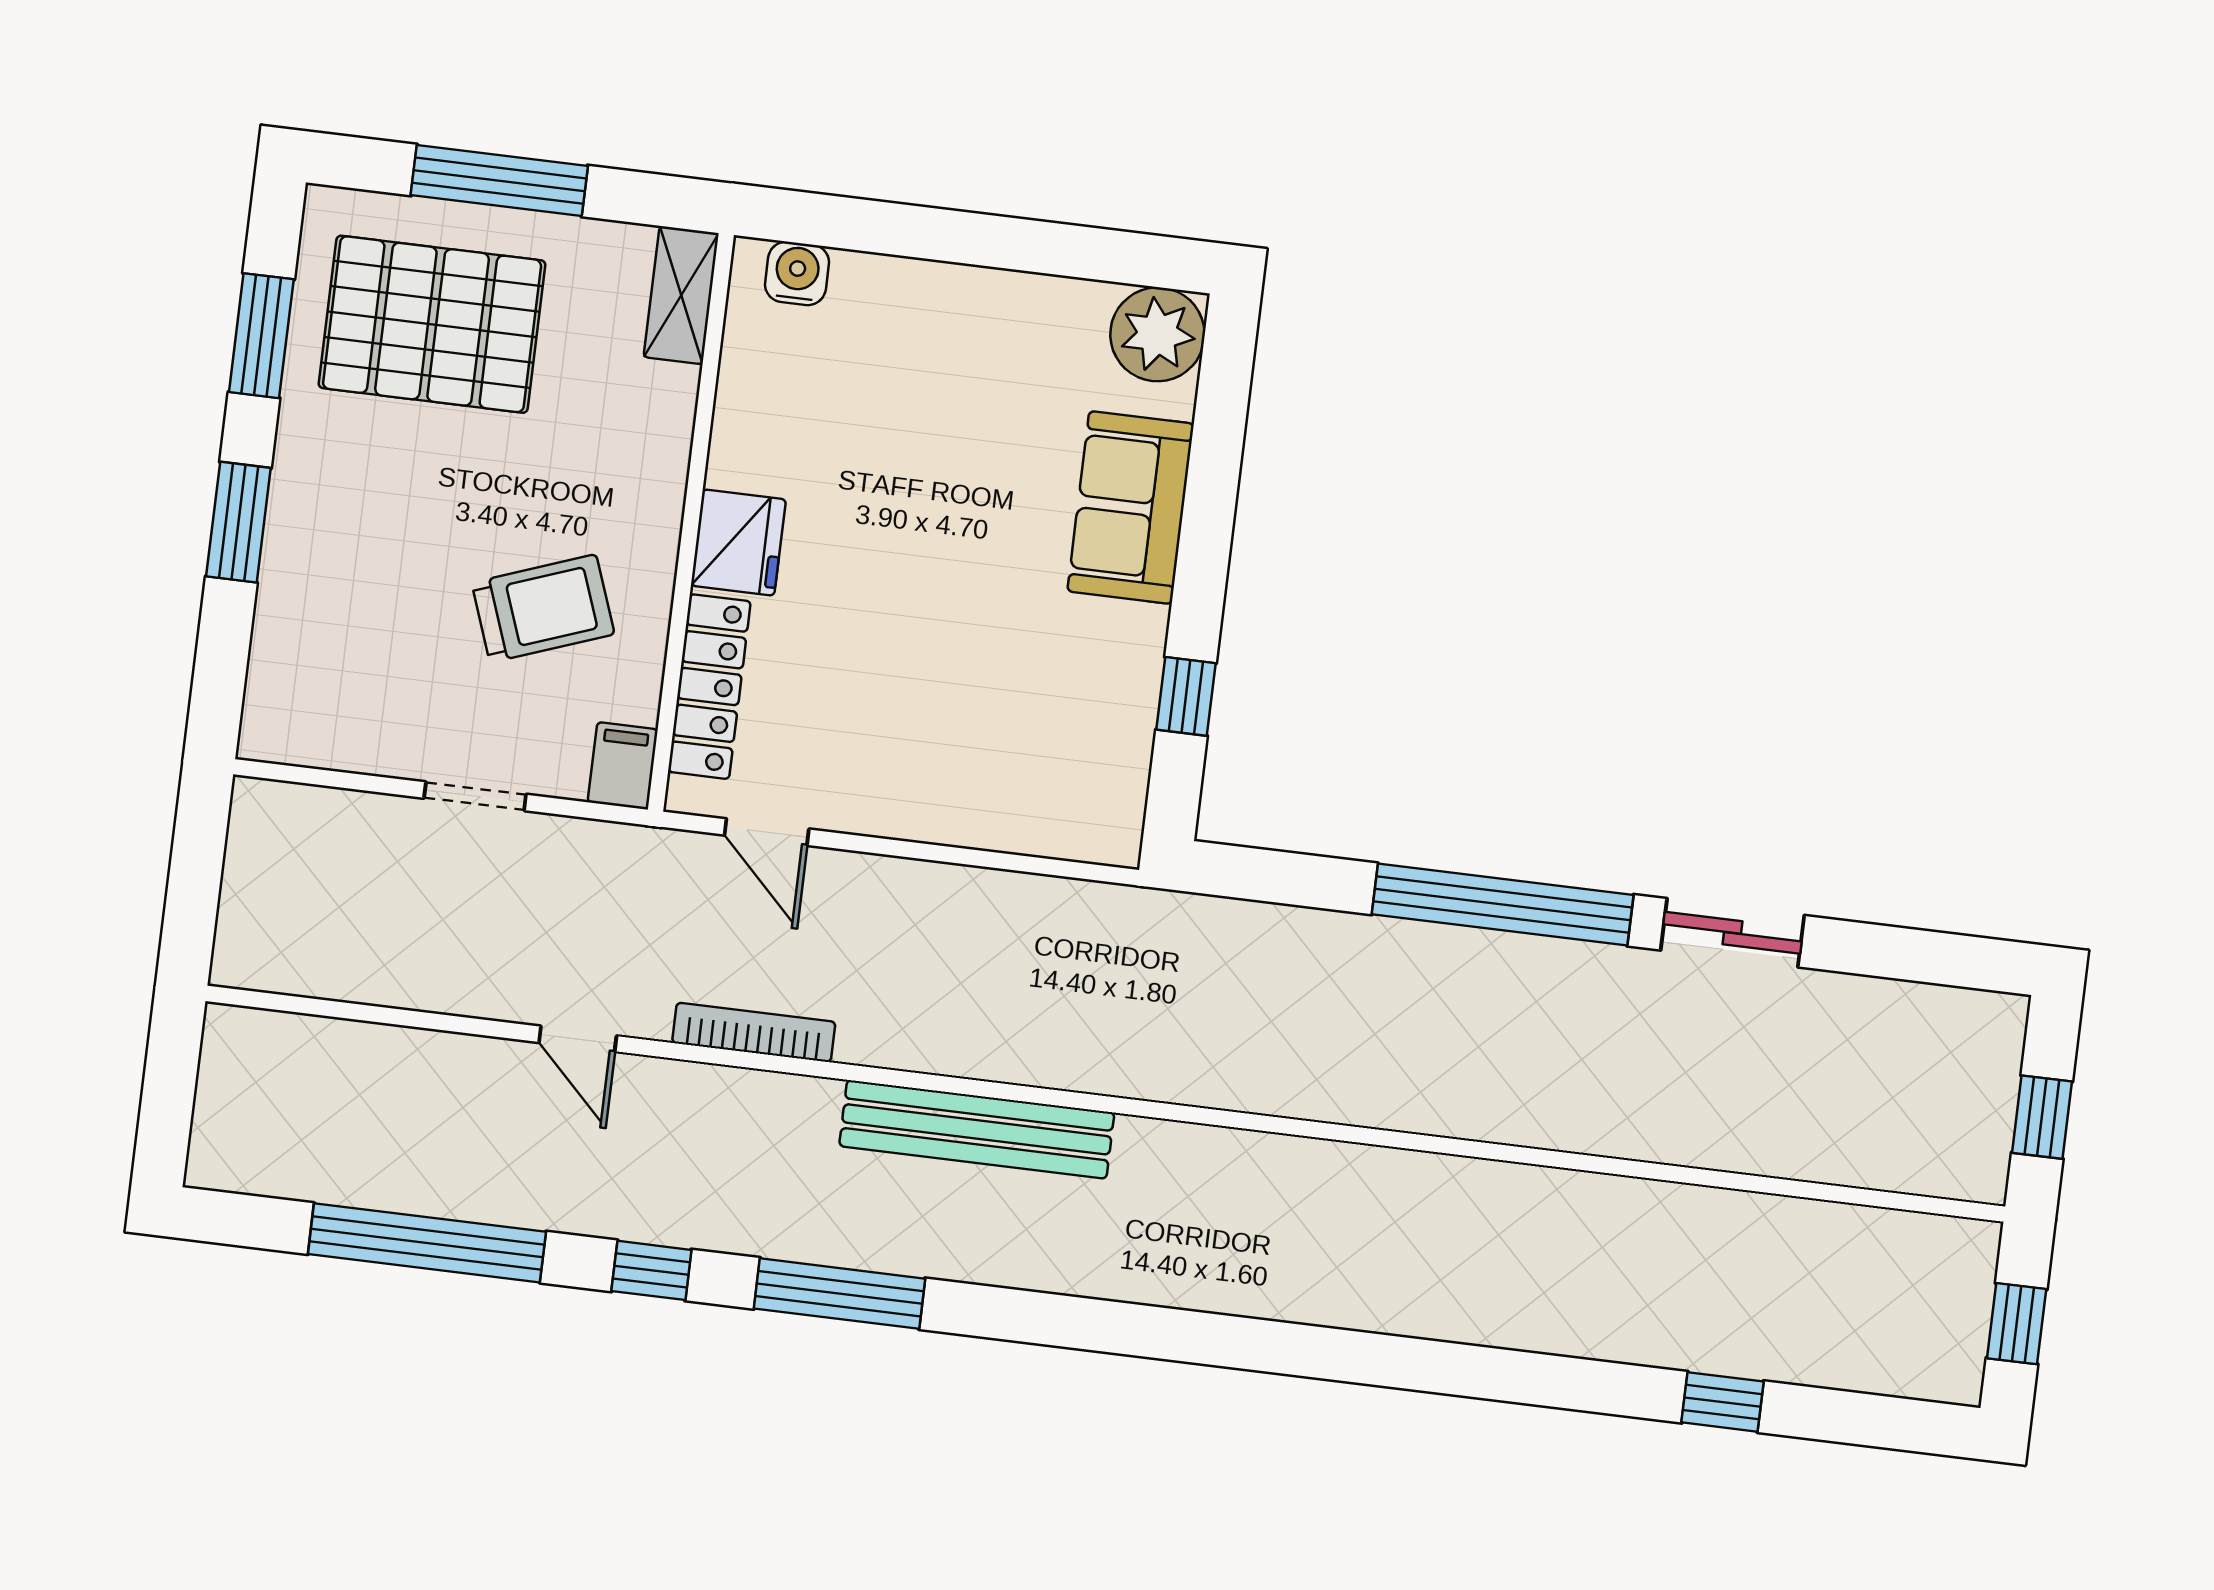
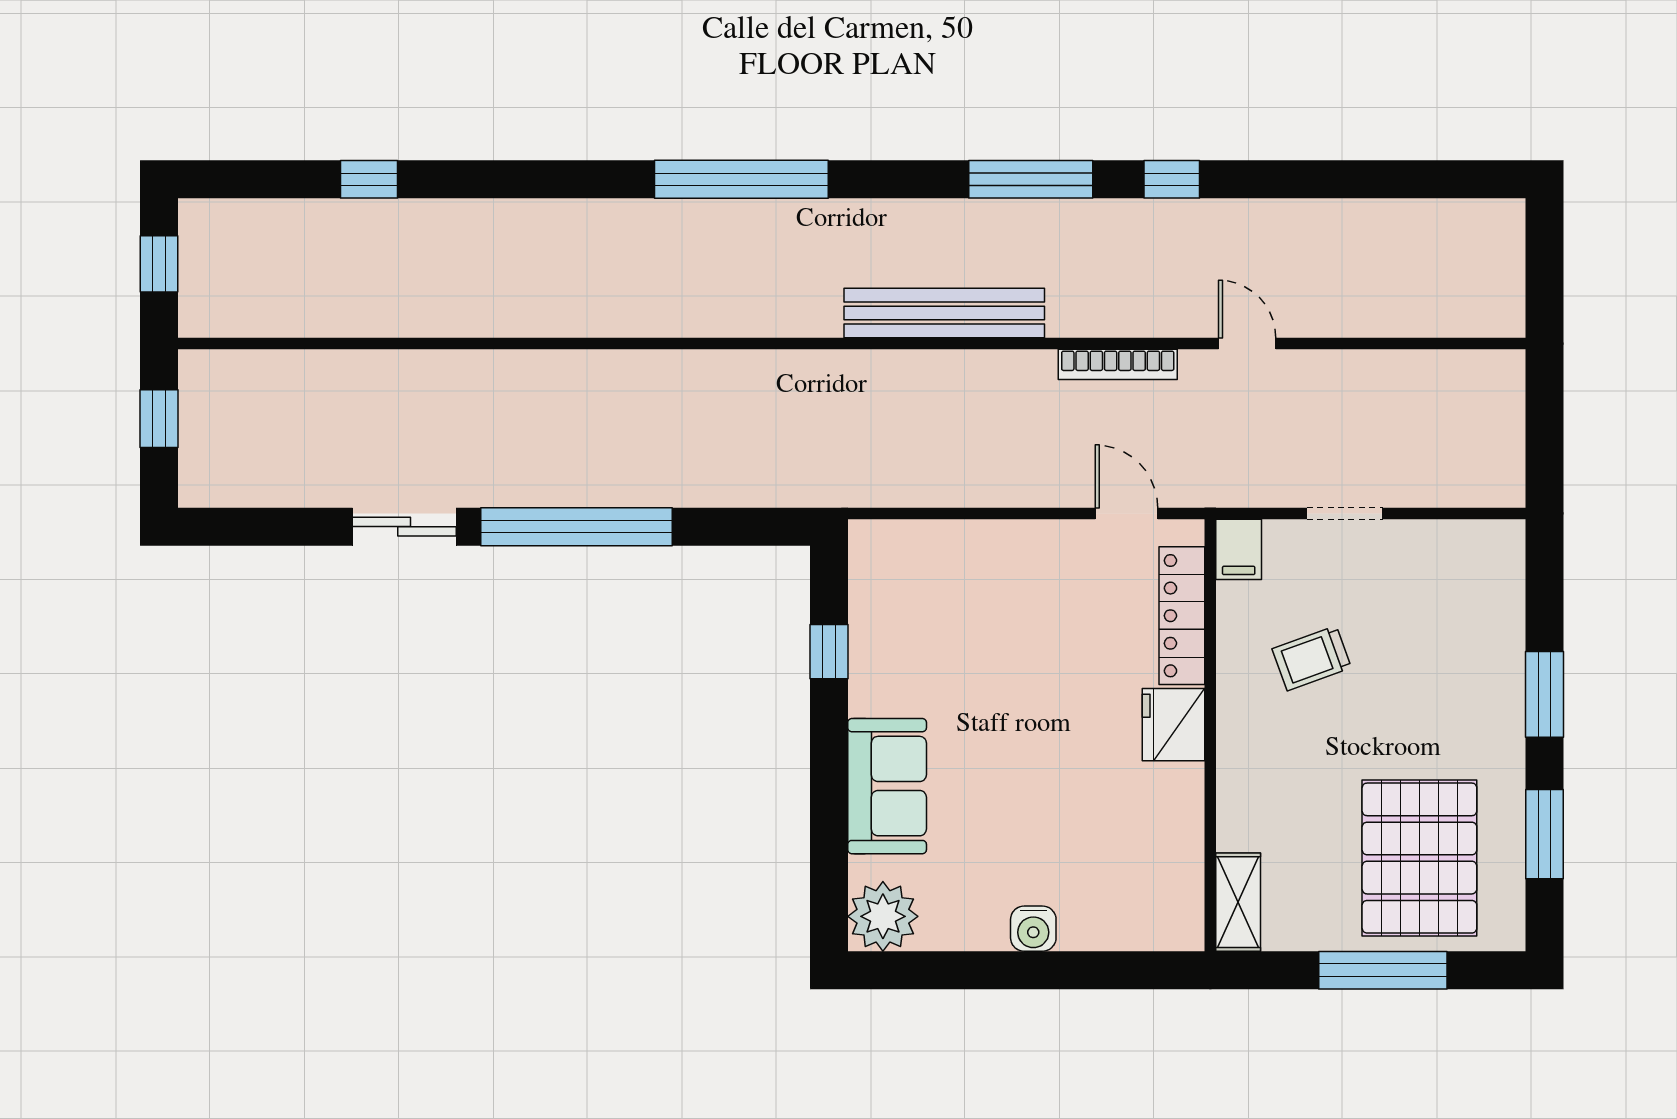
water cooler: (797, 273) -> (1033, 929), moved
pallet: (432, 324) -> (1419, 858), turned 90
trolley: (543, 609) -> (1312, 658), width x0.73, depth x0.72
window: (427, 1243) -> (741, 179), moved

